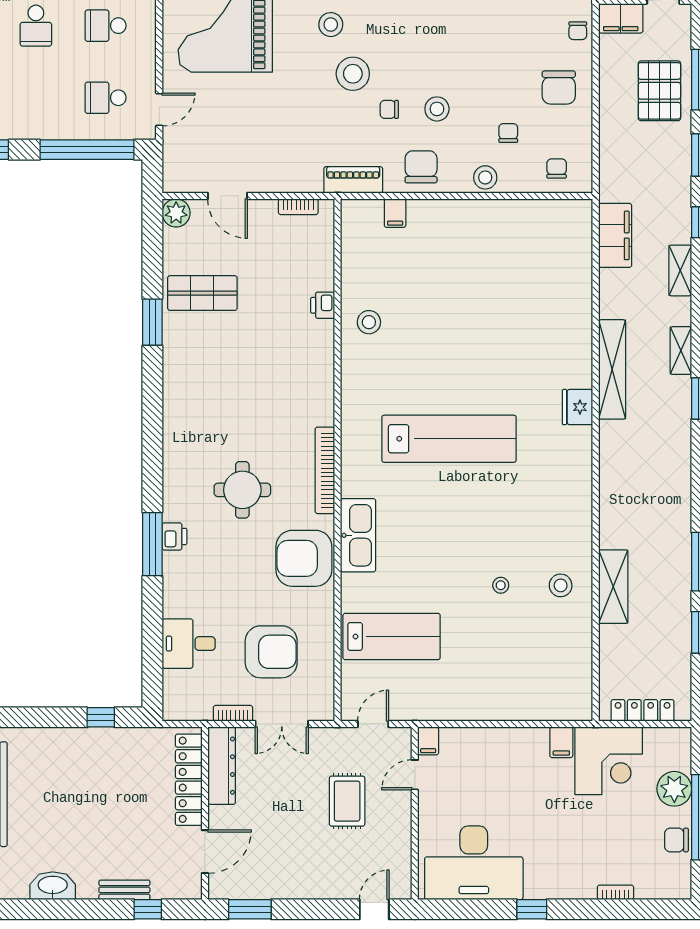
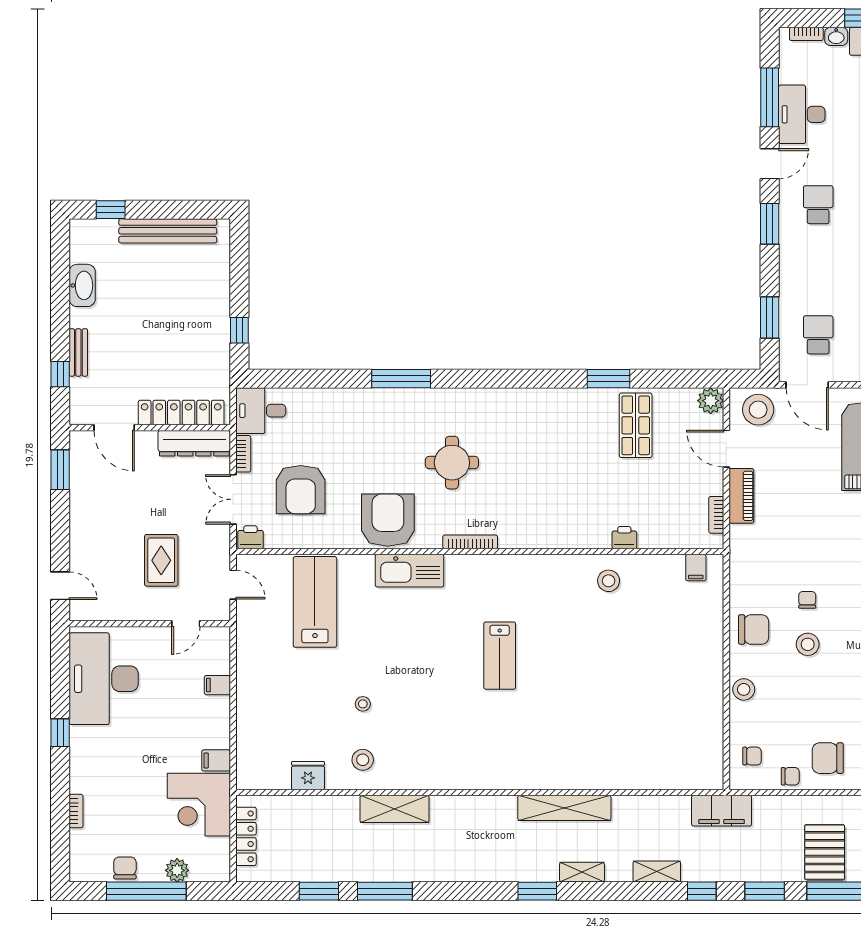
stool: (353, 74) -> (758, 410), moved
pallet: (659, 91) -> (825, 852), turned 90
door: (159, 109) -> (807, 385), width x1.38
chair: (508, 133) -> (790, 776), moved
window: (87, 150) -> (770, 318), width x0.47
piano: (353, 180) -> (741, 496), moved
door: (227, 196) -> (726, 449), hinge flipped
filing cabinet: (395, 213) -> (696, 568), moved, turned -90
filing cabinet: (615, 235) -> (722, 811), moved
fridge: (578, 407) -> (308, 776), moved
lab bench: (449, 439) -> (500, 656), width x0.54, depth x0.72
bookcase: (325, 470) -> (470, 542), width x0.68, depth x0.76
printer: (174, 536) -> (250, 537), moved, turned 180
shelving: (613, 587) -> (395, 809), moved
lab bench: (392, 636) -> (315, 602), turned 180
desk: (189, 644) -> (261, 411), moved, turned -90
filing cabinet: (428, 741) -> (217, 685), moved
door: (415, 775) -> (186, 624), swing flipped
plant: (674, 789) -> (177, 870), width x0.73, depth x0.73
rug: (347, 801) -> (161, 560), turned 90

